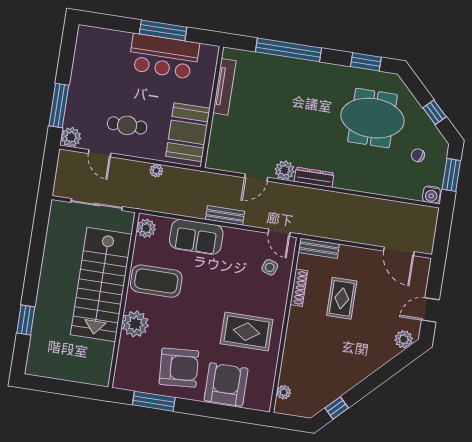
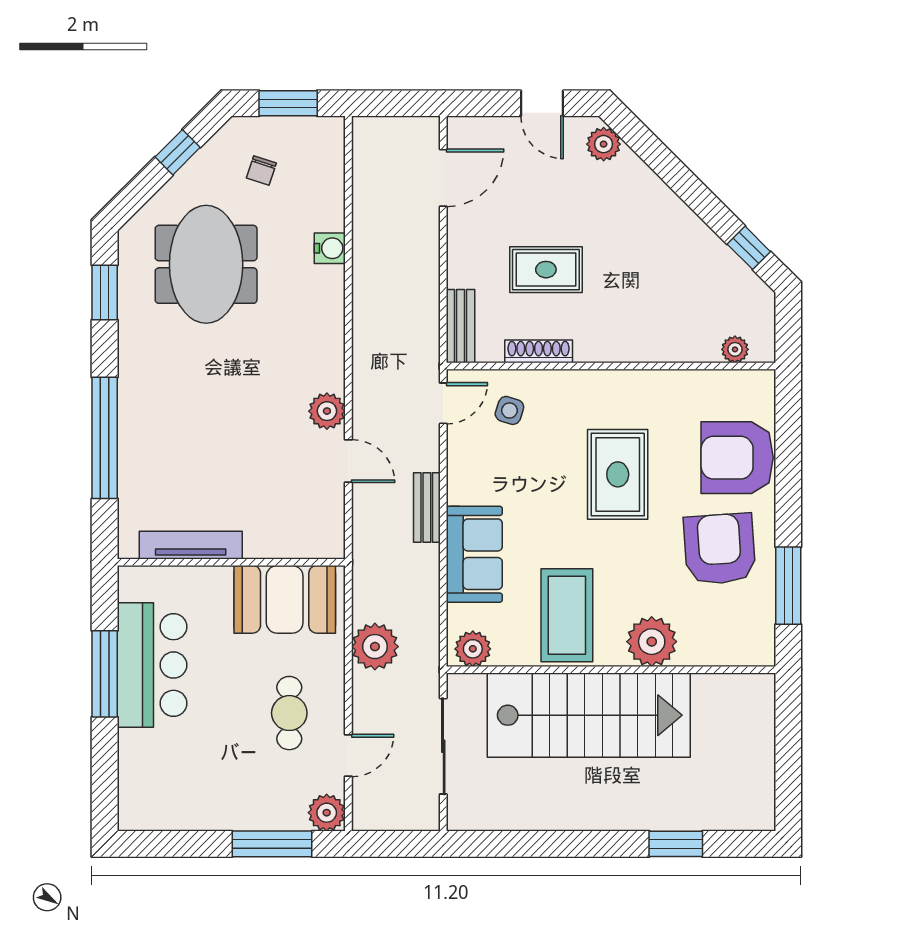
plant: (156, 171) -> (375, 647), width x1.88, depth x1.88
dresser: (314, 177) -> (331, 355), removed
water cooler: (431, 195) -> (330, 248), moved
rug: (247, 332) -> (618, 474), moved

